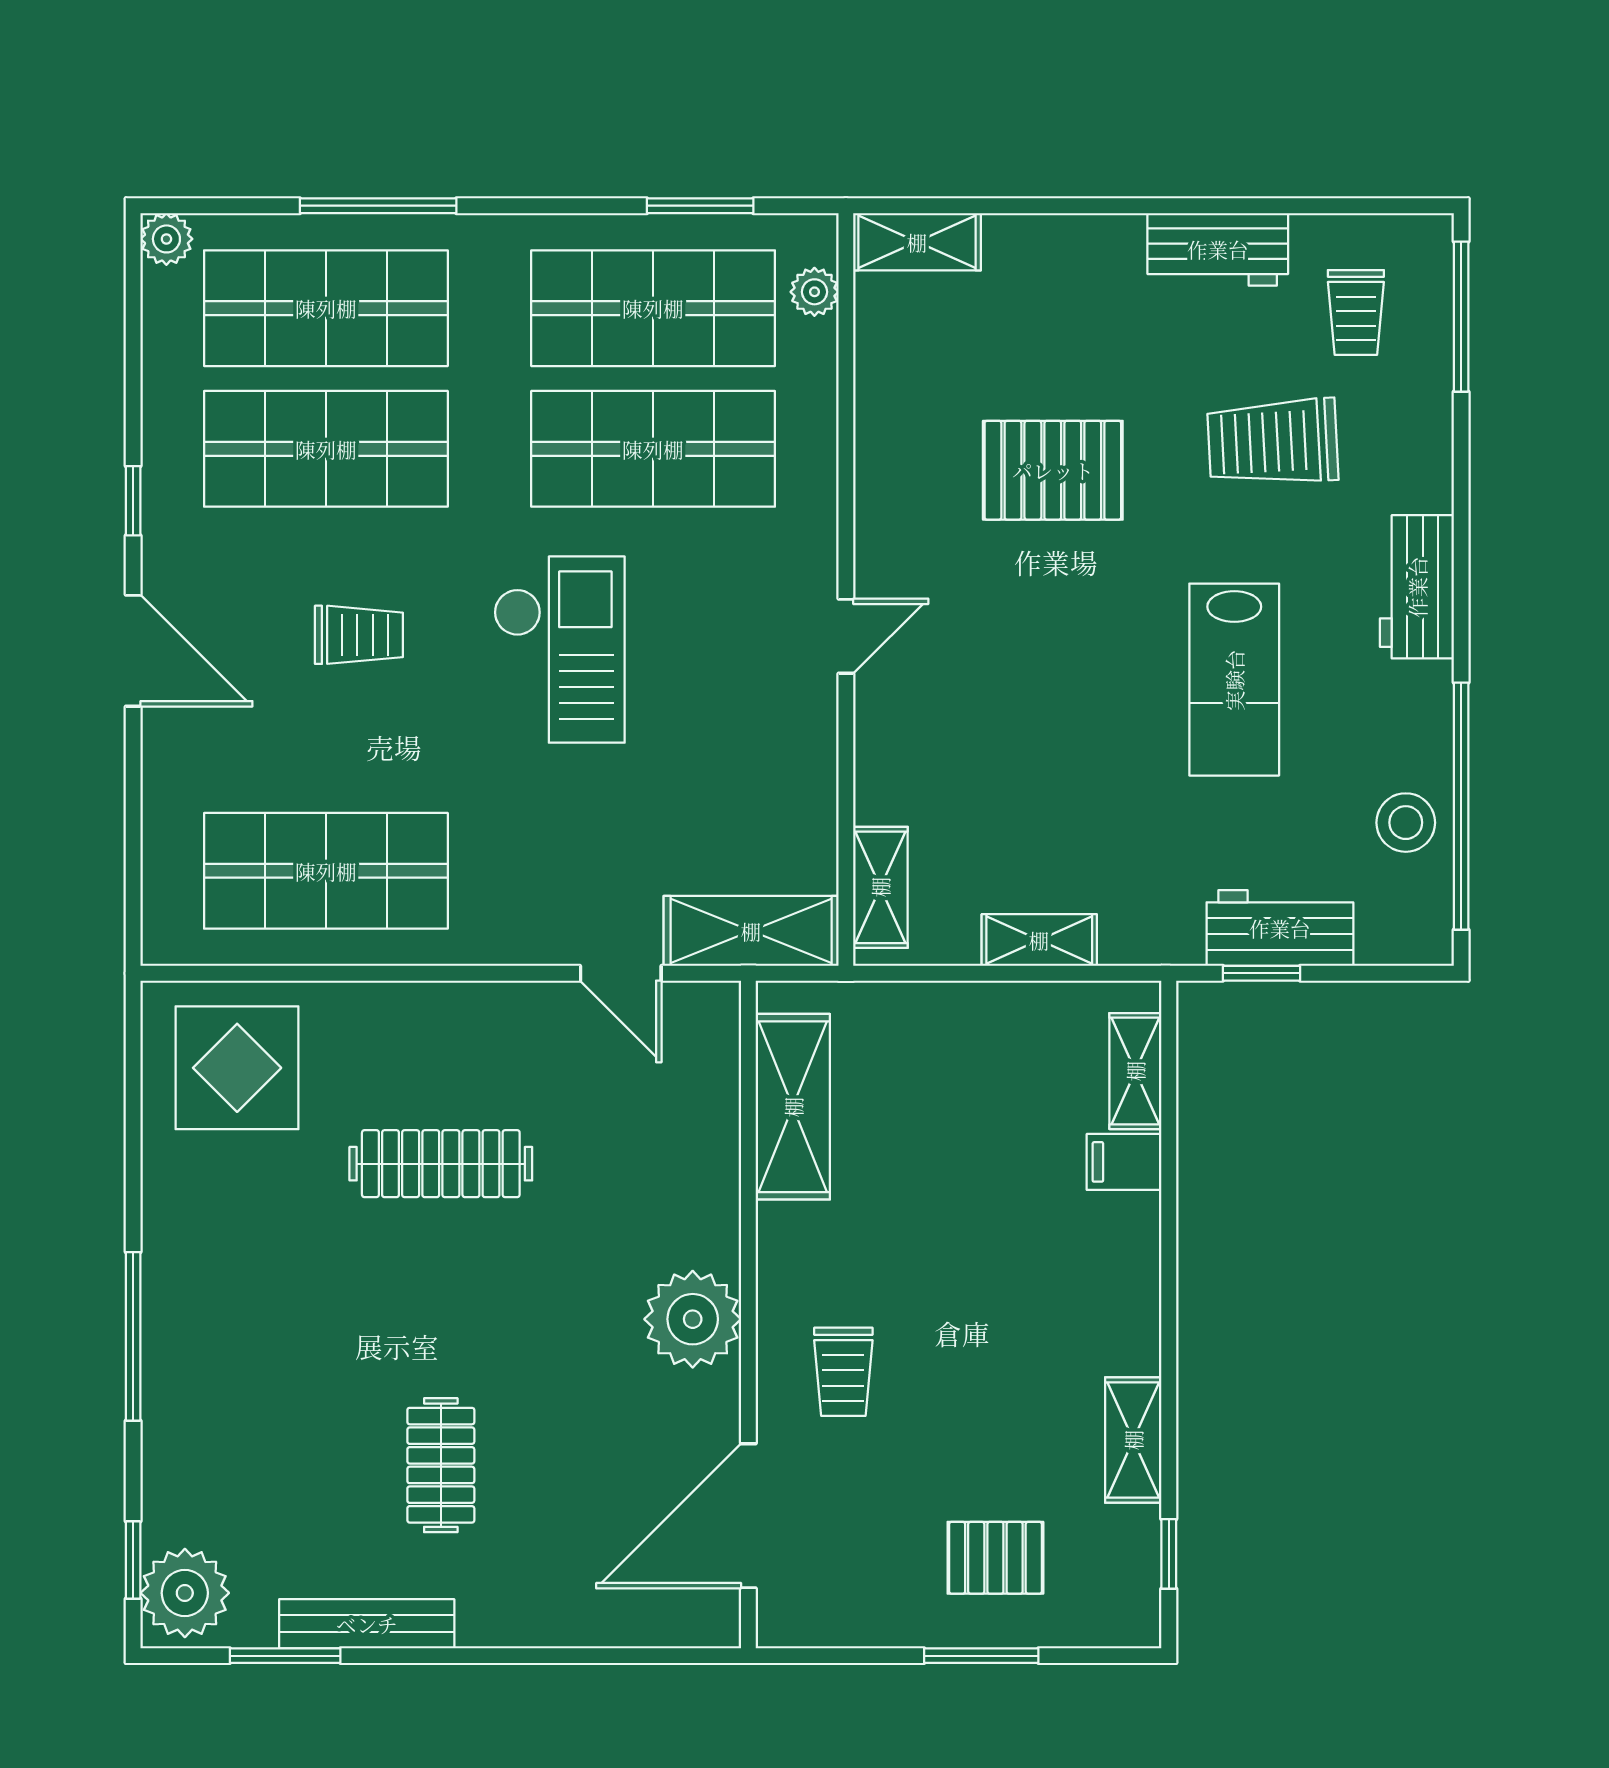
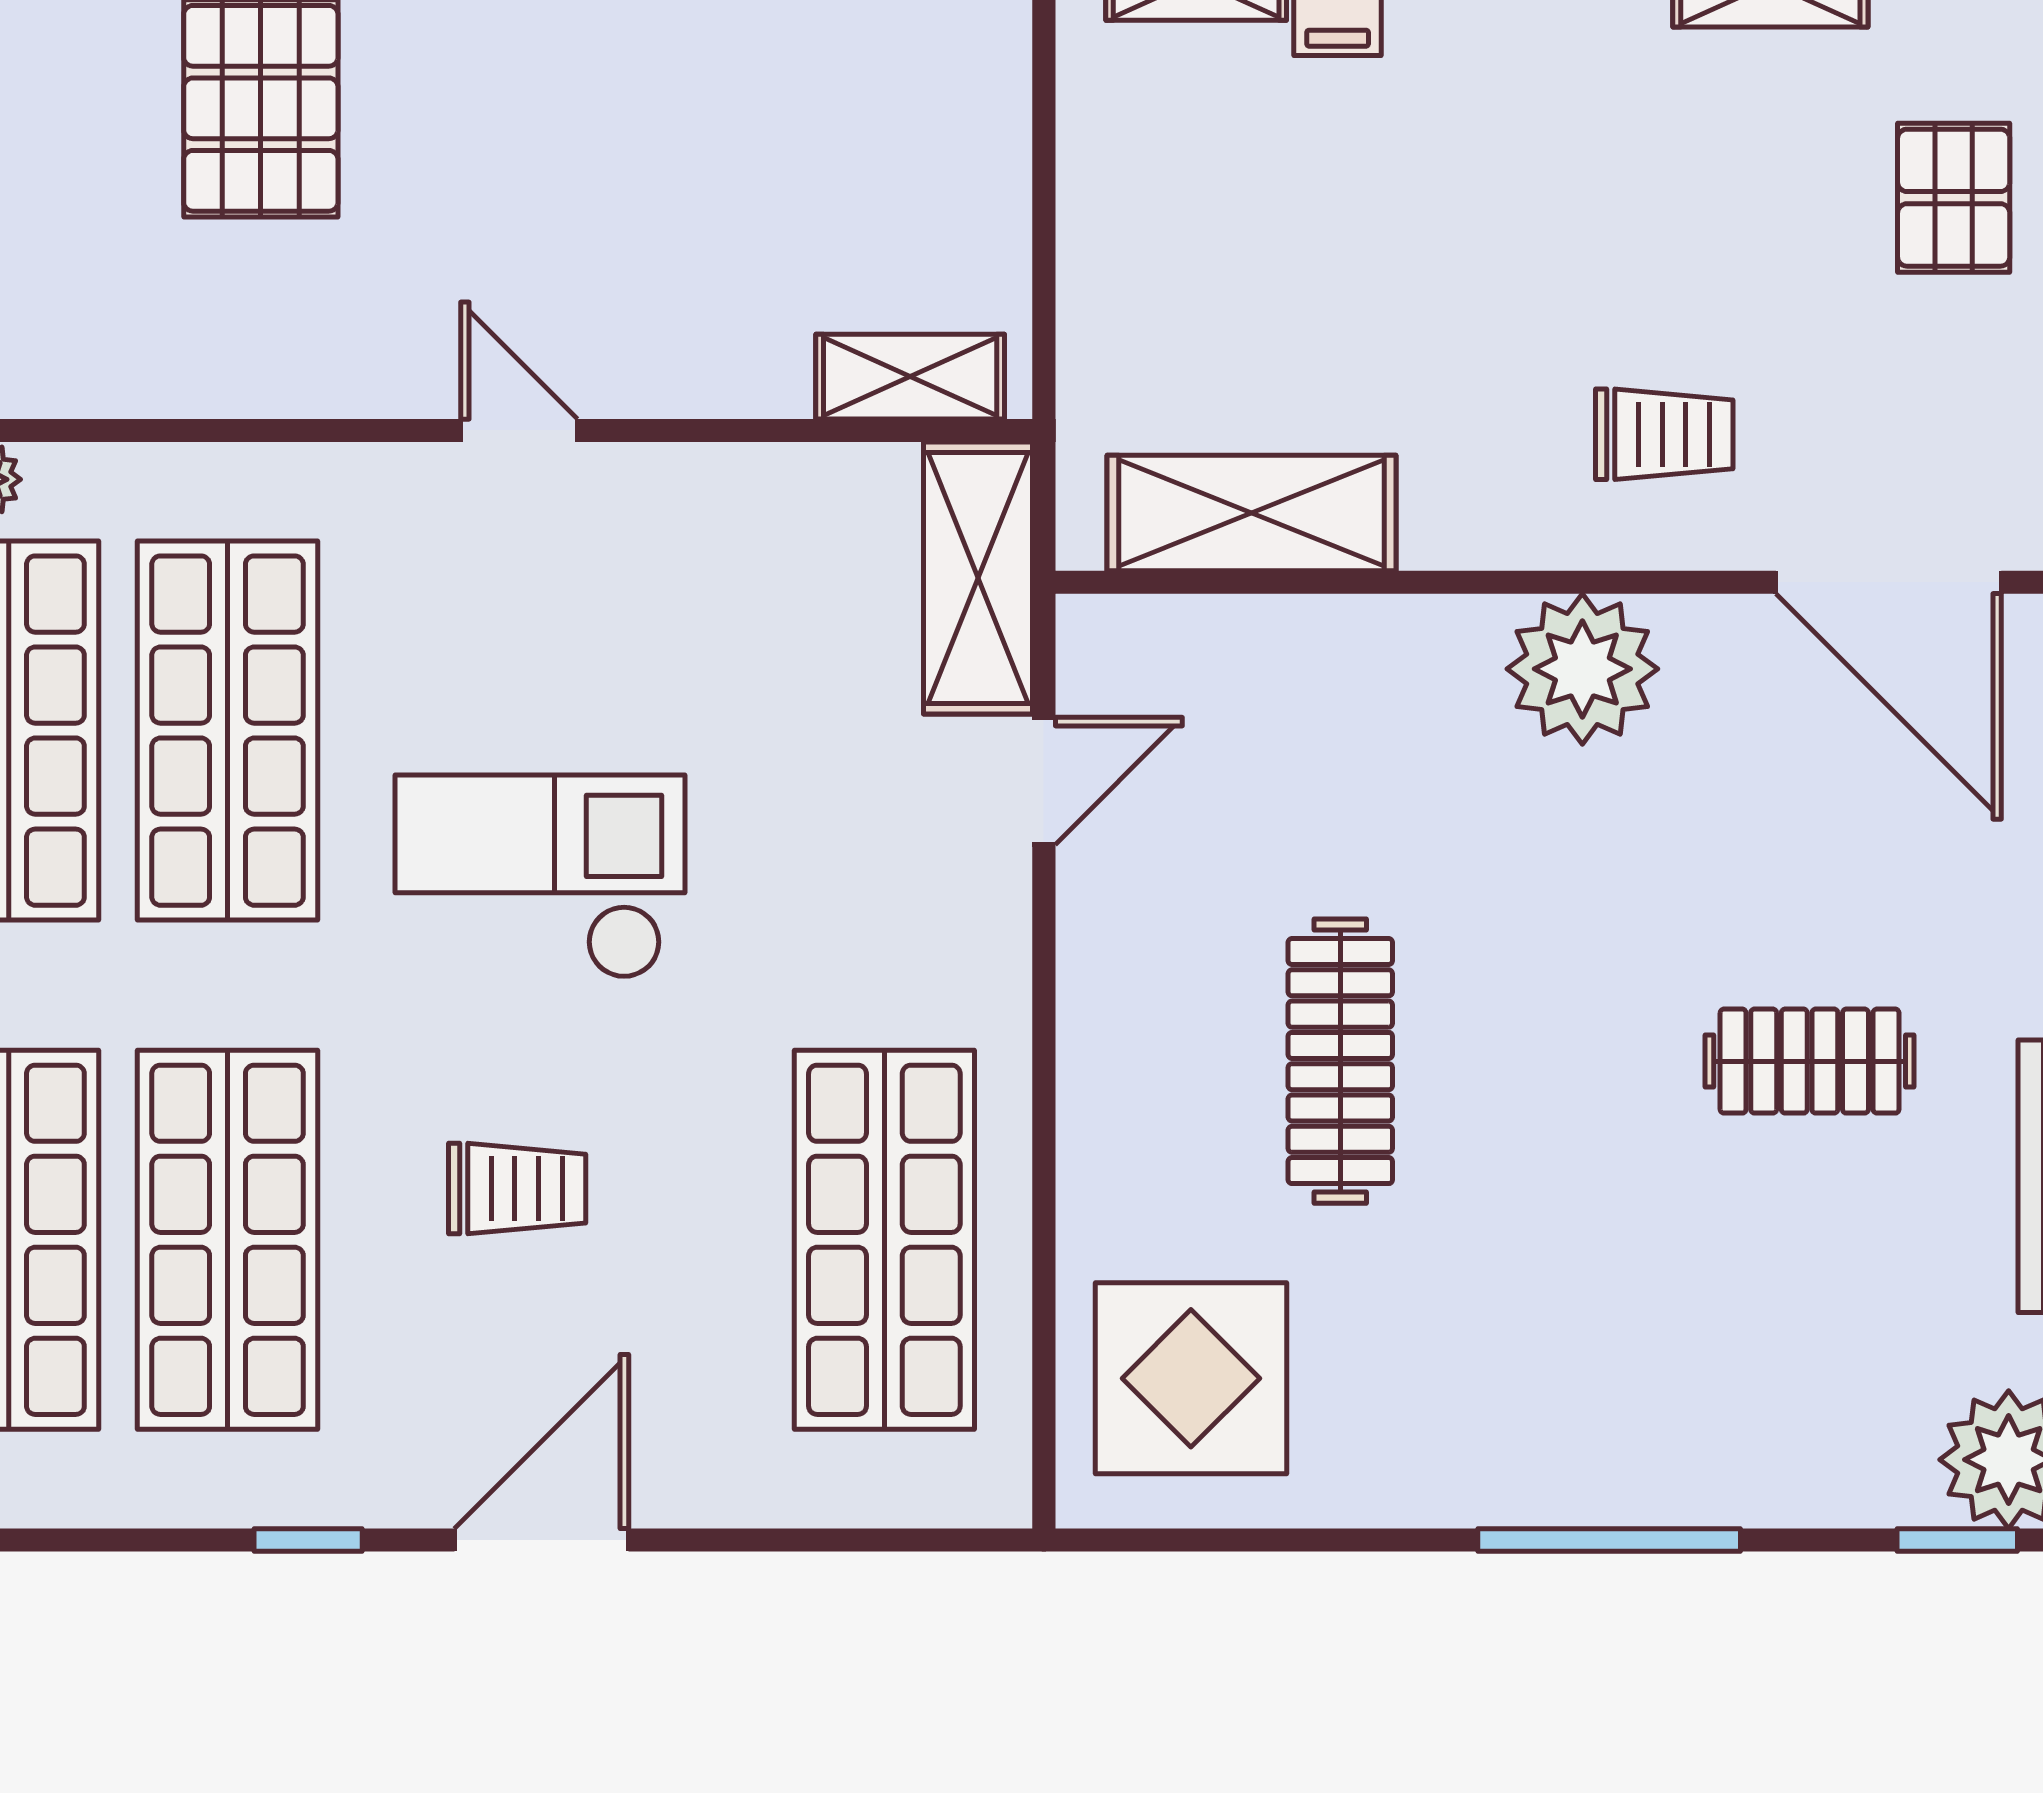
trolley: (359, 635) -> (517, 1189), turned 90
shelving: (1039, 940) -> (992, 130), removed

